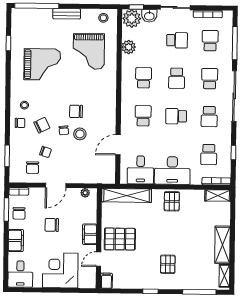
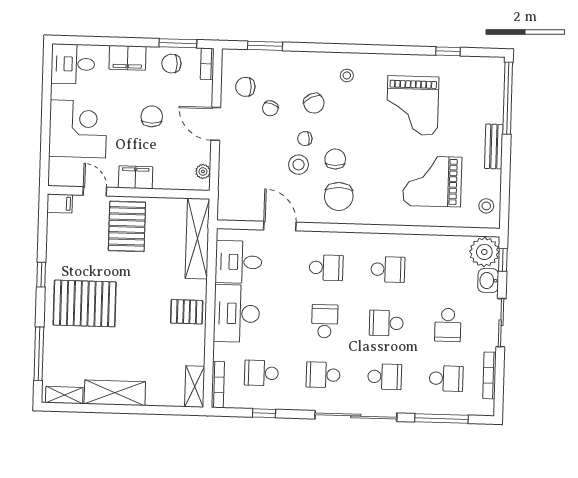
plant: (129, 47) -> (438, 246), removed
chair: (20, 123) -> (339, 196), moved, width x1.87, depth x1.87
pallet: (168, 264) -> (85, 303), width x2.05, depth x2.00

